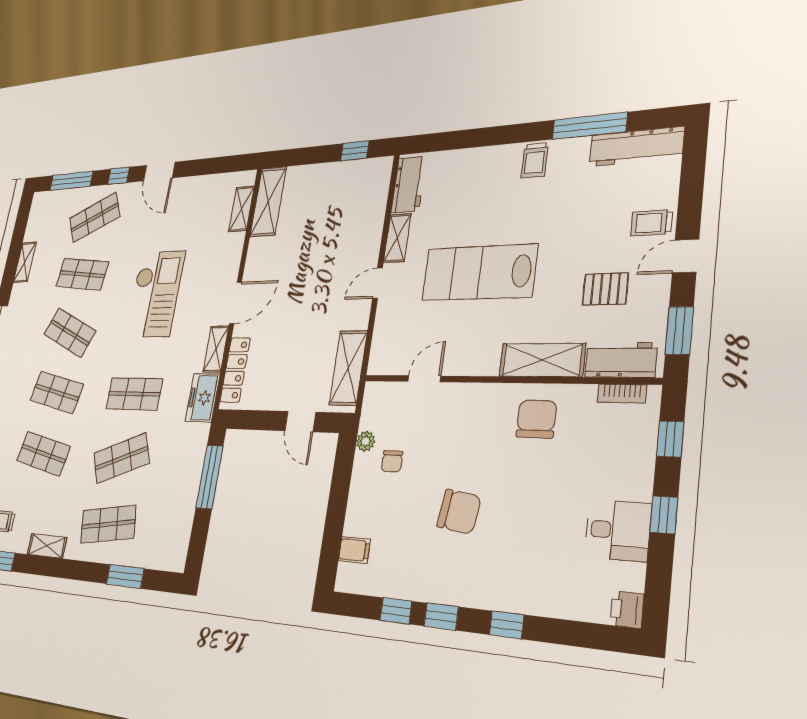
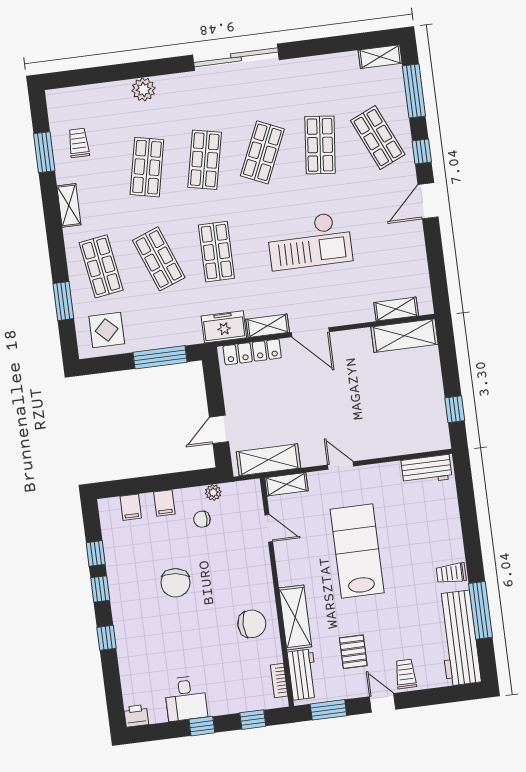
workbench: (636, 147) -> (459, 638), width x1.36, depth x1.32
shelving: (397, 238) -> (286, 484), moved
shelving: (25, 262) -> (380, 57), moved
filing cabinet: (361, 505) -> (164, 503), added
display table: (166, 533) -> (107, 330), added

